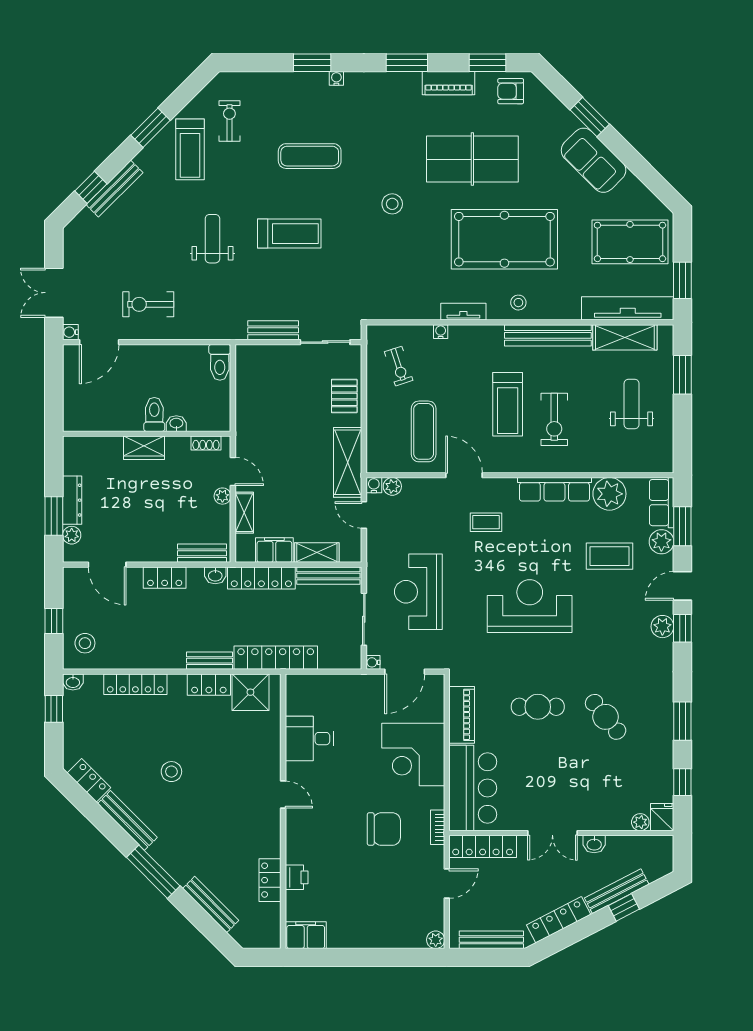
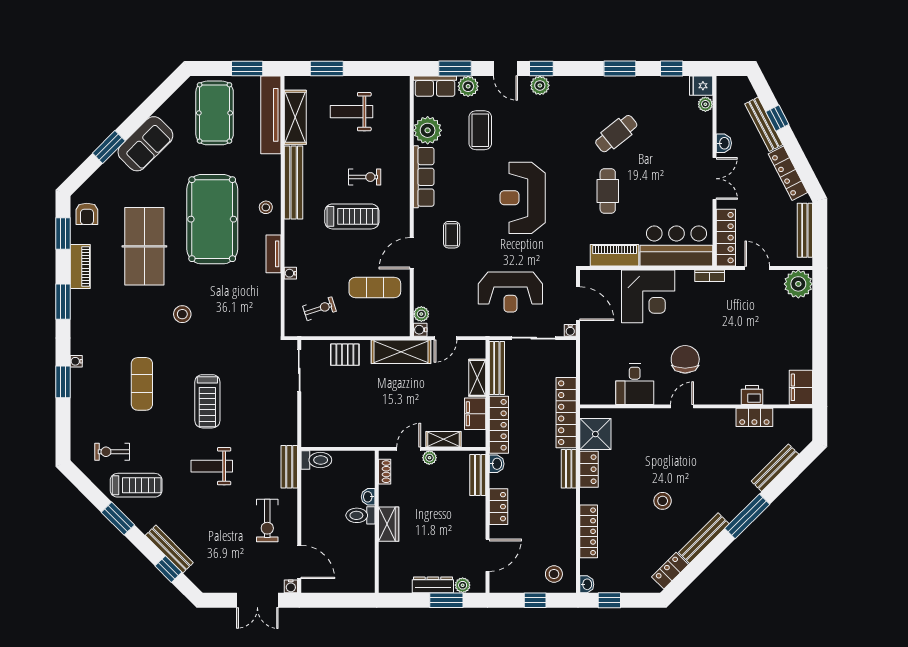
treadmill: (289, 234) -> (207, 401), turned 180
bench: (273, 330) -> (289, 467), moved
exercise bike: (554, 419) -> (365, 177), width x0.73, depth x0.72
chair: (384, 829) -> (685, 359), moved
plant: (436, 940) -> (798, 284), width x1.87, depth x1.87

